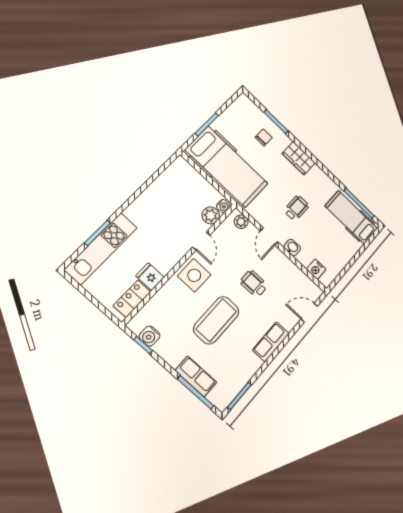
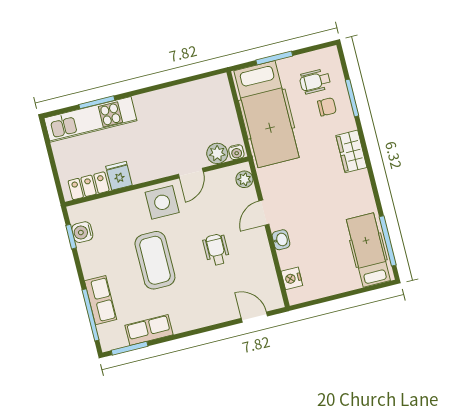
wheelchair: (296, 208) -> (315, 81), moved, turned 180
coffee table: (216, 320) -> (155, 260), turned 90
row of seats: (271, 342) -> (149, 330), moved

